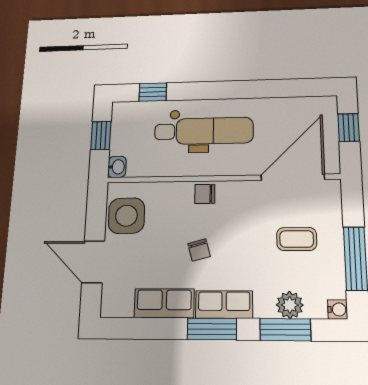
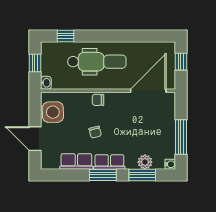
coffee table: (297, 239) -> (150, 126), removed

